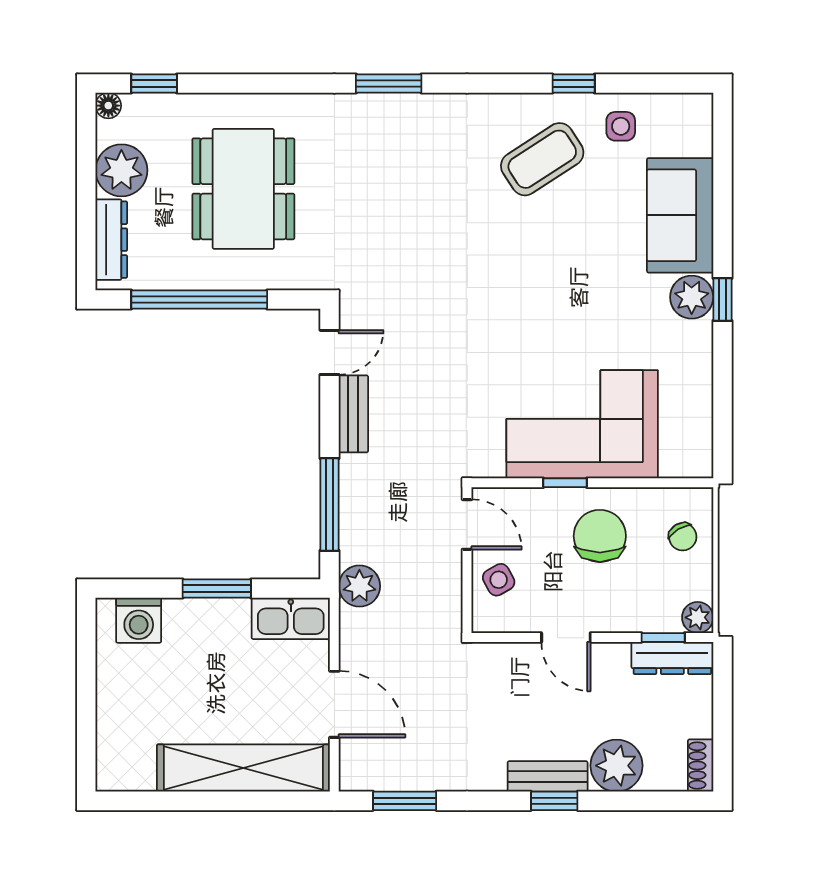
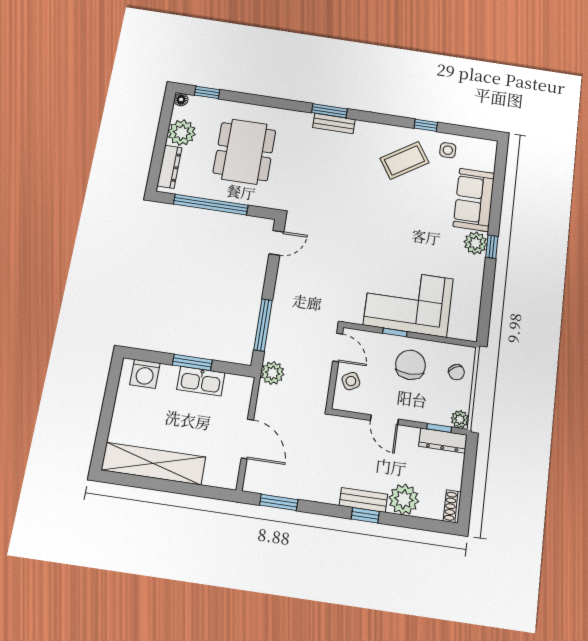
bench: (353, 414) -> (334, 123), moved, turned 90
kitchen sink: (291, 618) -> (201, 381), moved
shelving: (243, 768) -> (153, 464), moved

